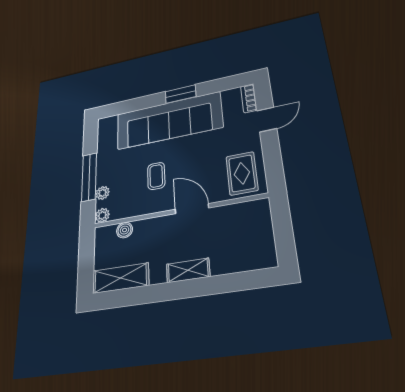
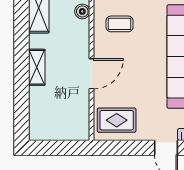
coffee table: (156, 176) -> (120, 24), moved

